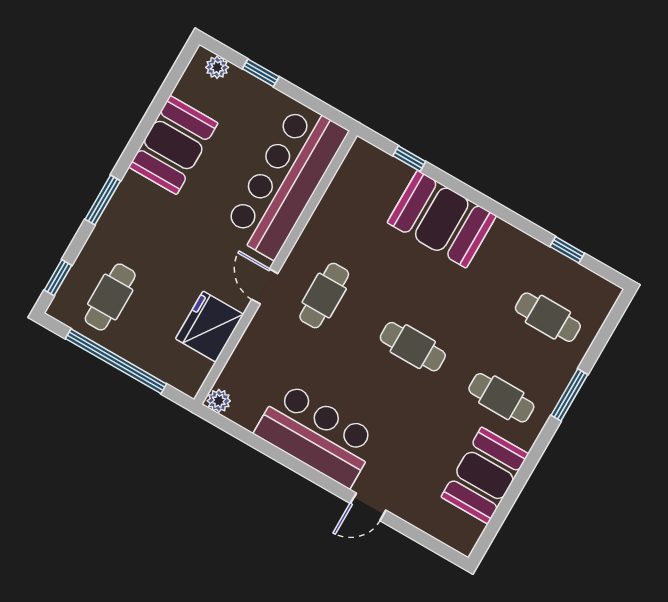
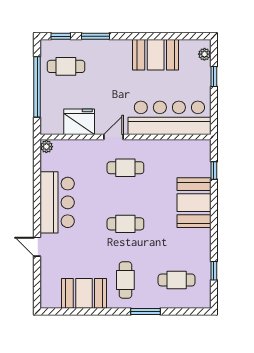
window: (103, 200) -> (95, 36), moved
cafe table: (548, 317) -> (177, 280), turned 90
cafe table: (413, 347) -> (125, 224), turned 90

